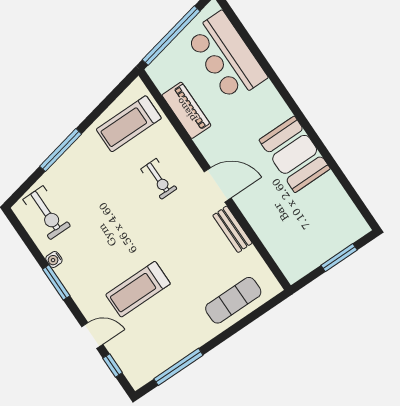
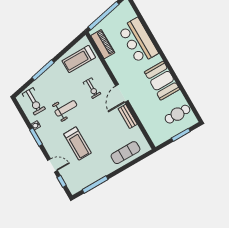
bar counter: (226, 56) -> (138, 41), moved
piano: (186, 110) -> (103, 44), moved
door: (218, 185) -> (122, 93), swing flipped
cafe table: (330, 218) -> (177, 114), added
weight bench: (110, 222) -> (66, 108), added
treadmill: (138, 289) -> (77, 143), turned -90

